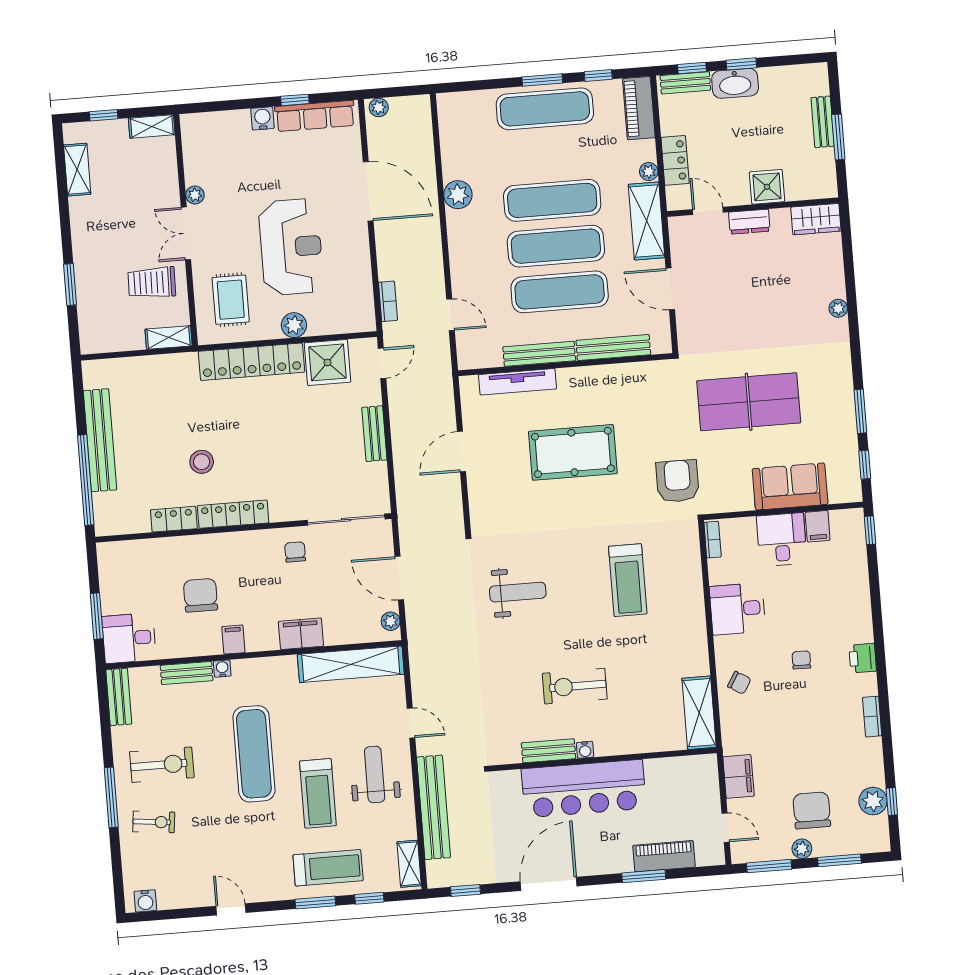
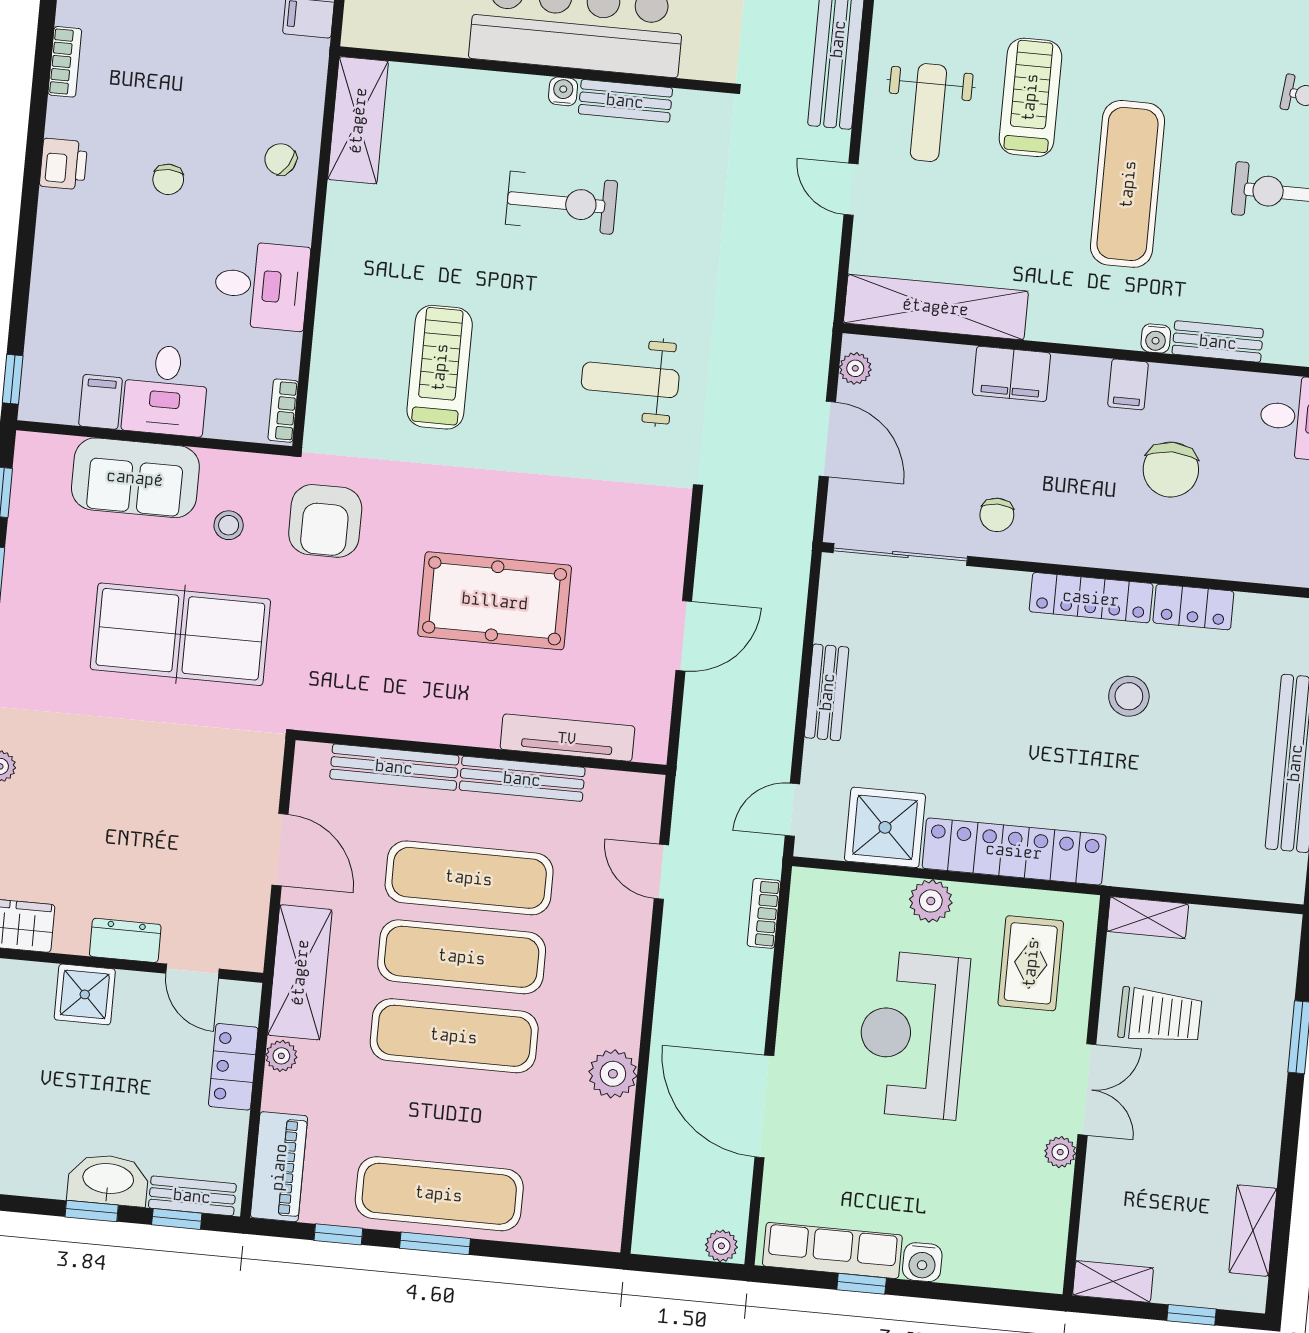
stool: (732, 469) -> (229, 525), added

